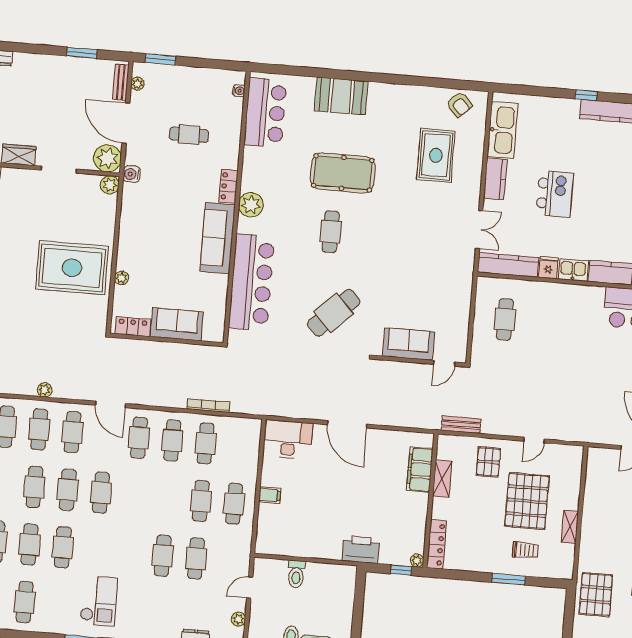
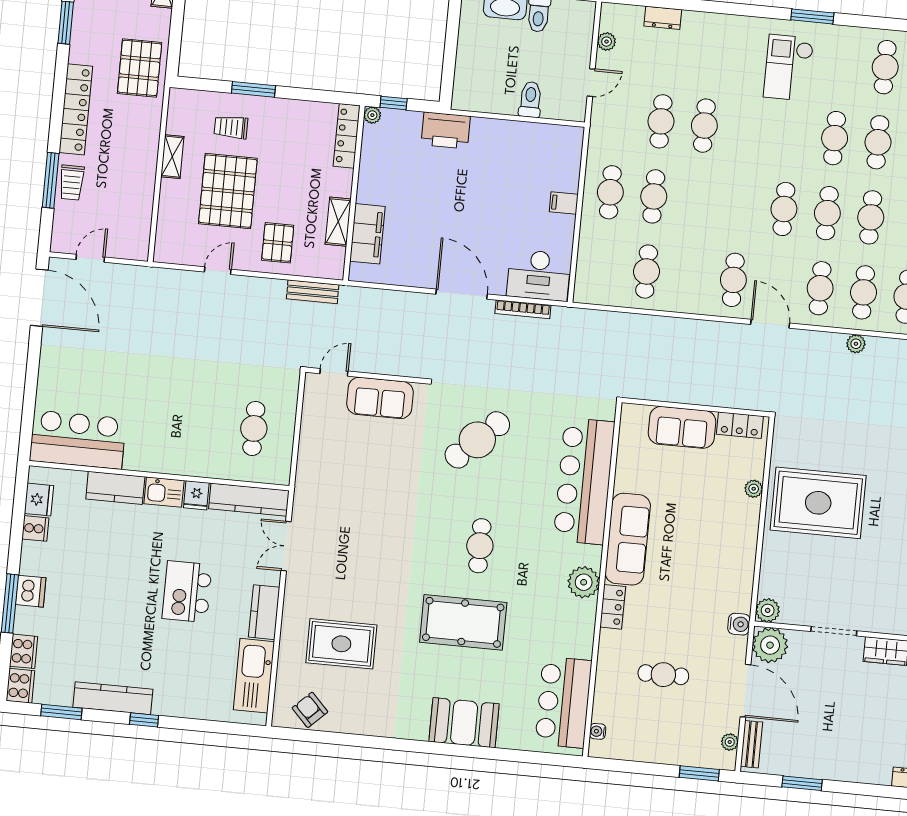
rug: (436, 155) -> (341, 644), turned 90
bookcase: (208, 406) -> (523, 309), moved
cafe table: (172, 441) -> (690, 276), removed

